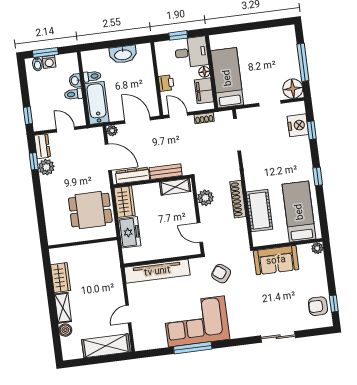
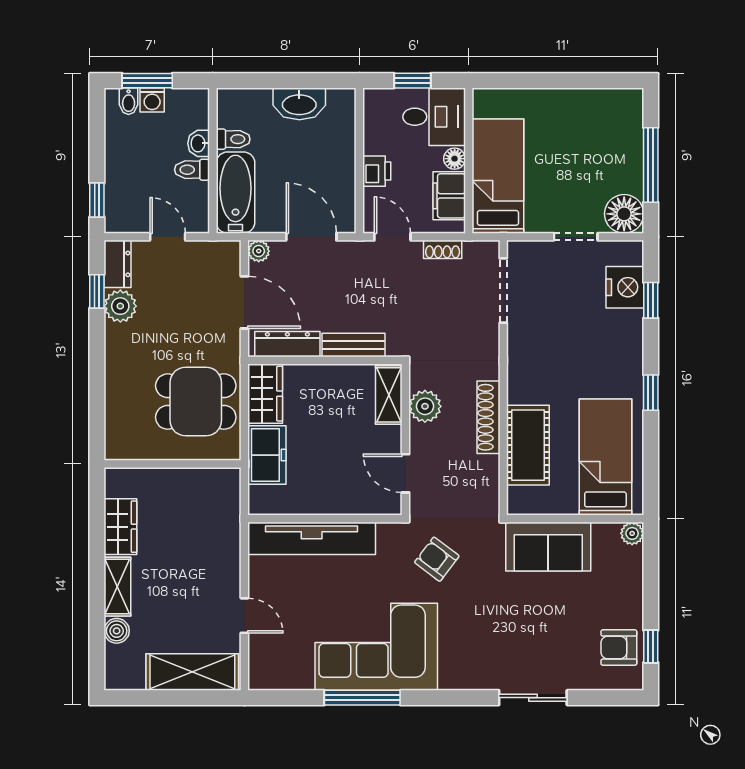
shelving: (175, 187) -> (389, 395), moved, turned 90
door: (128, 314) -> (244, 616), swing flipped

